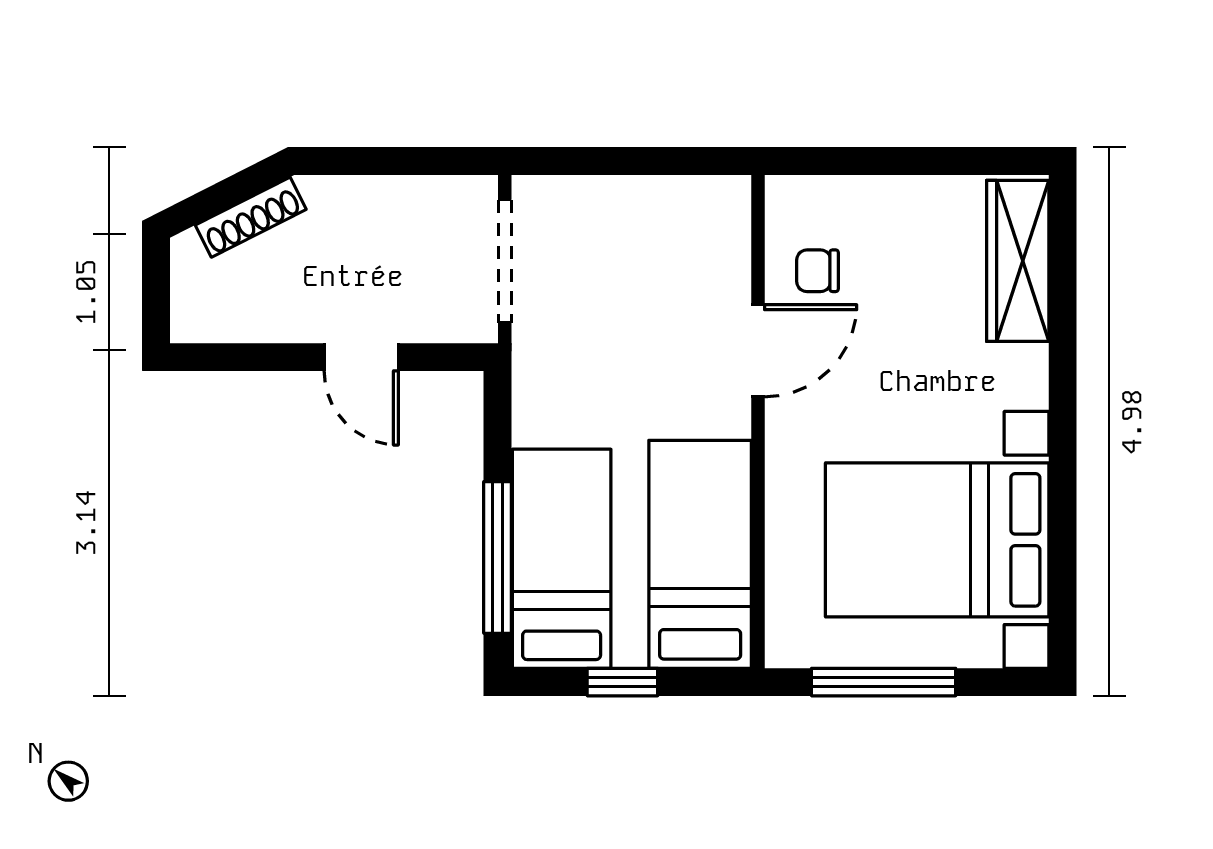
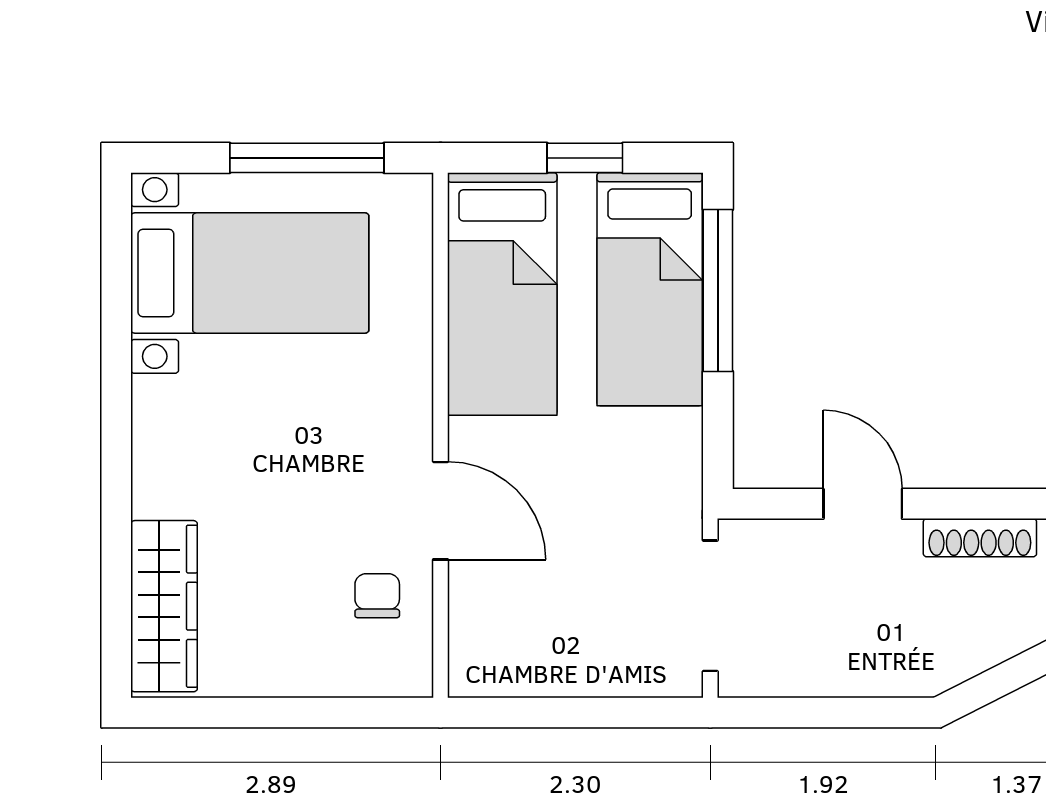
shoe rack: (251, 217) -> (980, 538), moved, turned -153
chair: (817, 271) -> (377, 596), turned -90
door: (758, 351) -> (441, 511), swing flipped
bed with nightstands: (937, 540) -> (250, 273), width x0.73

